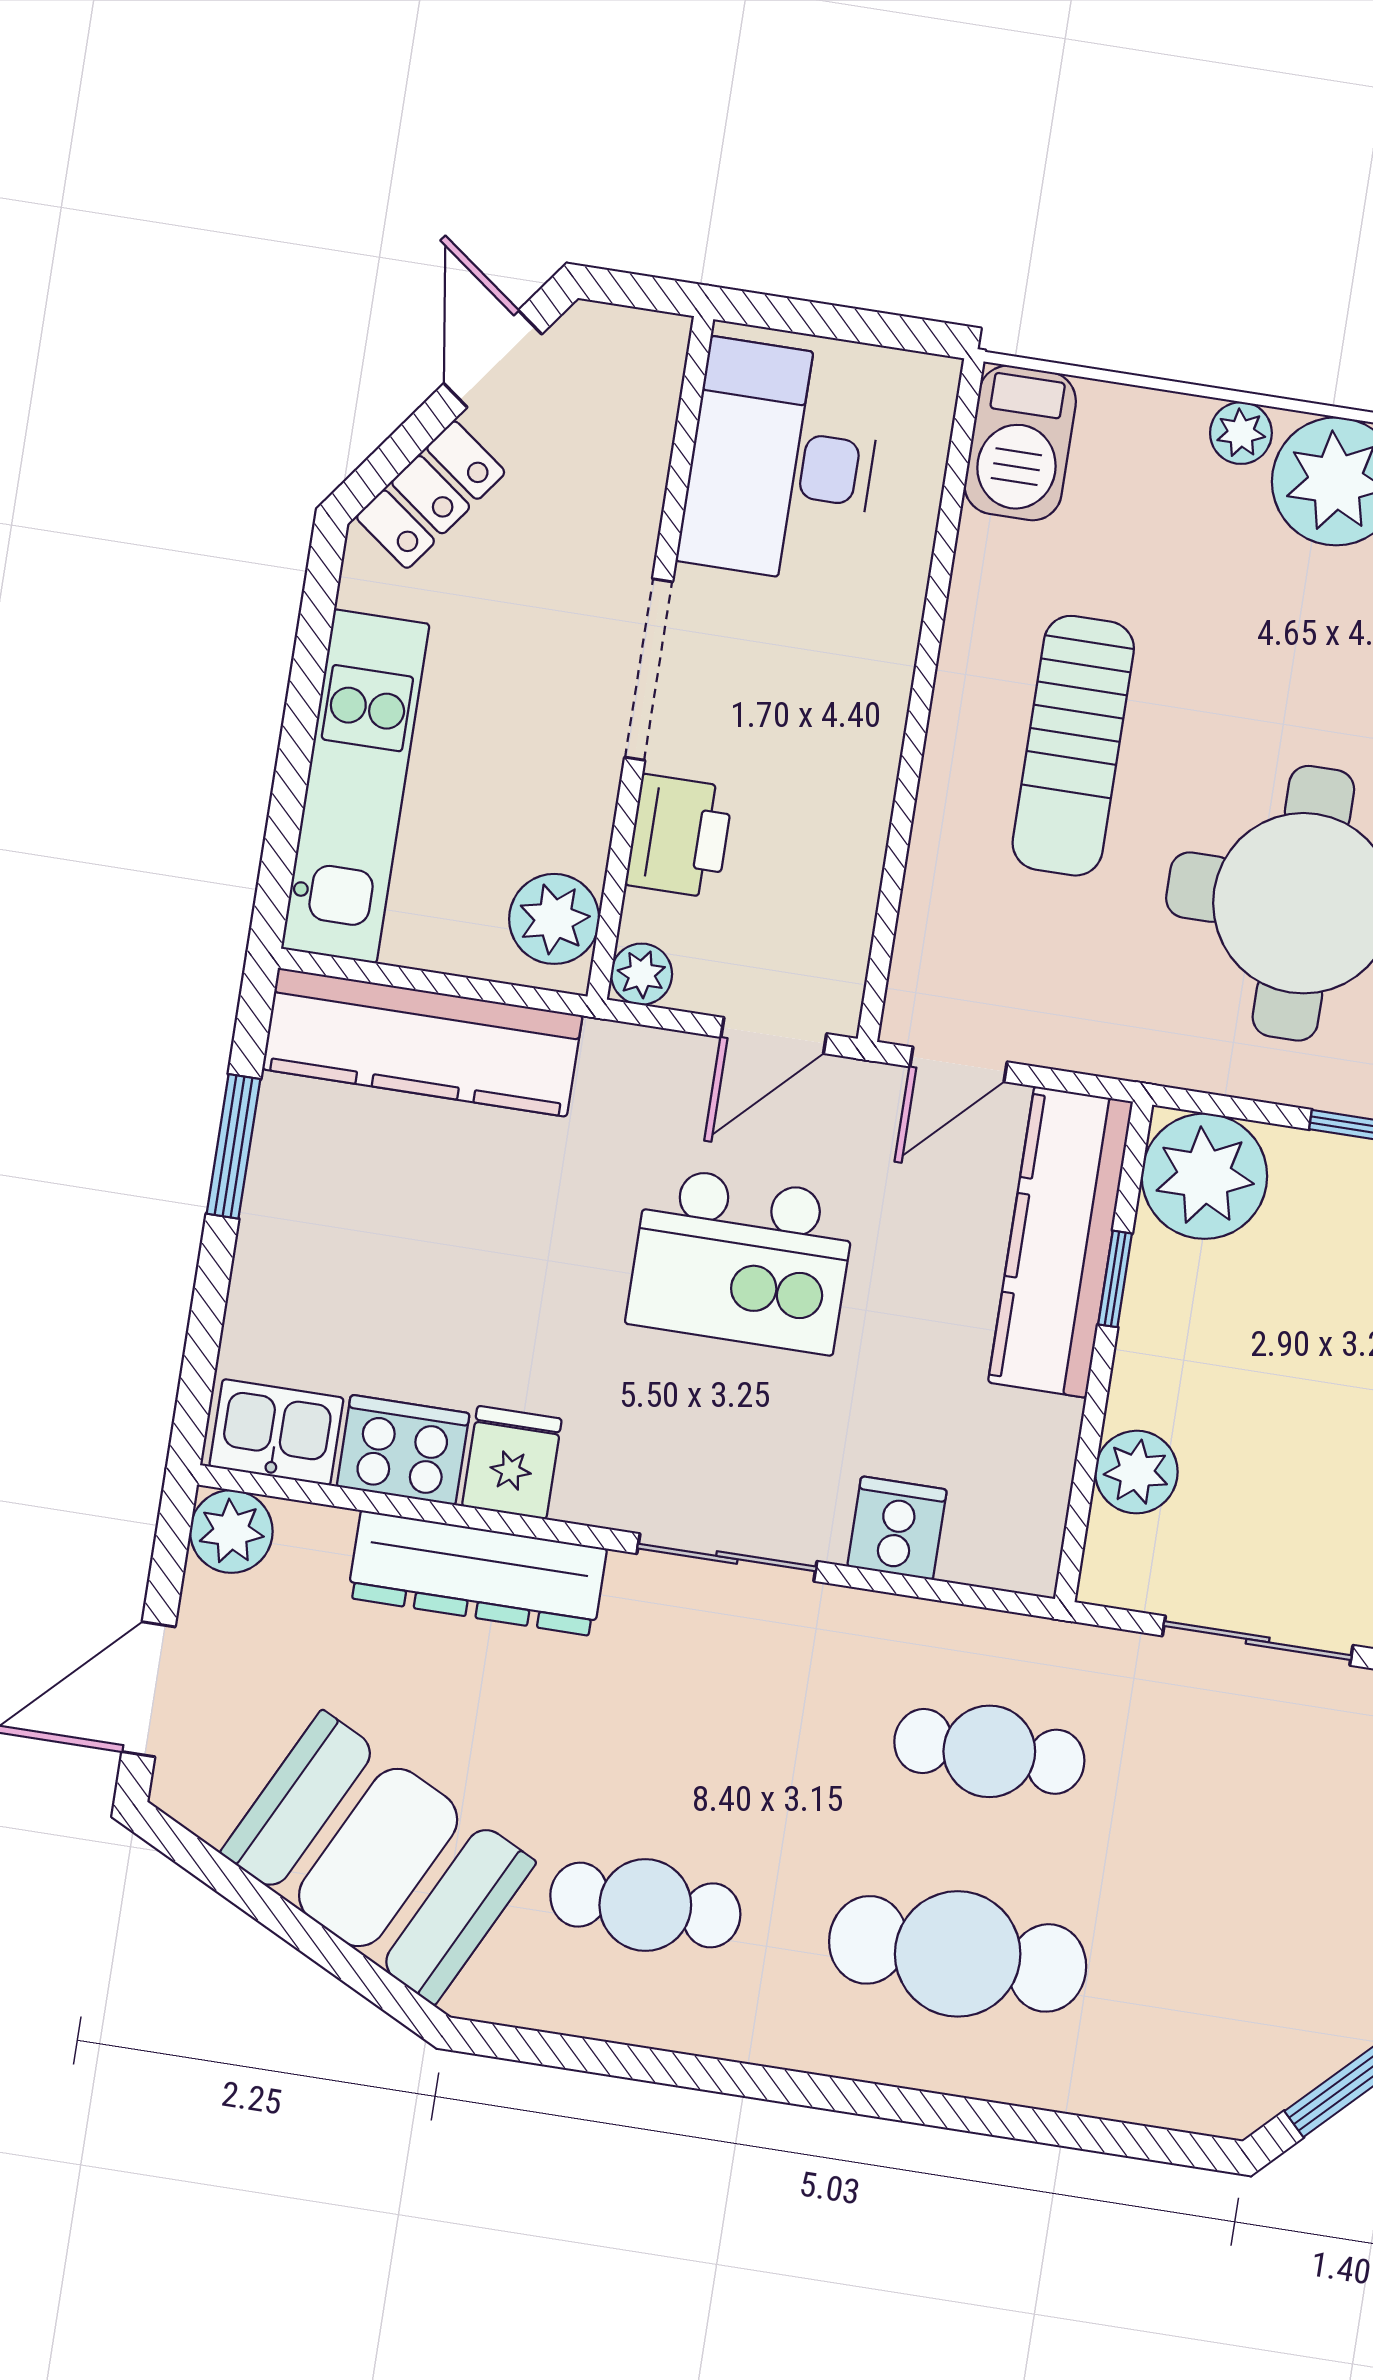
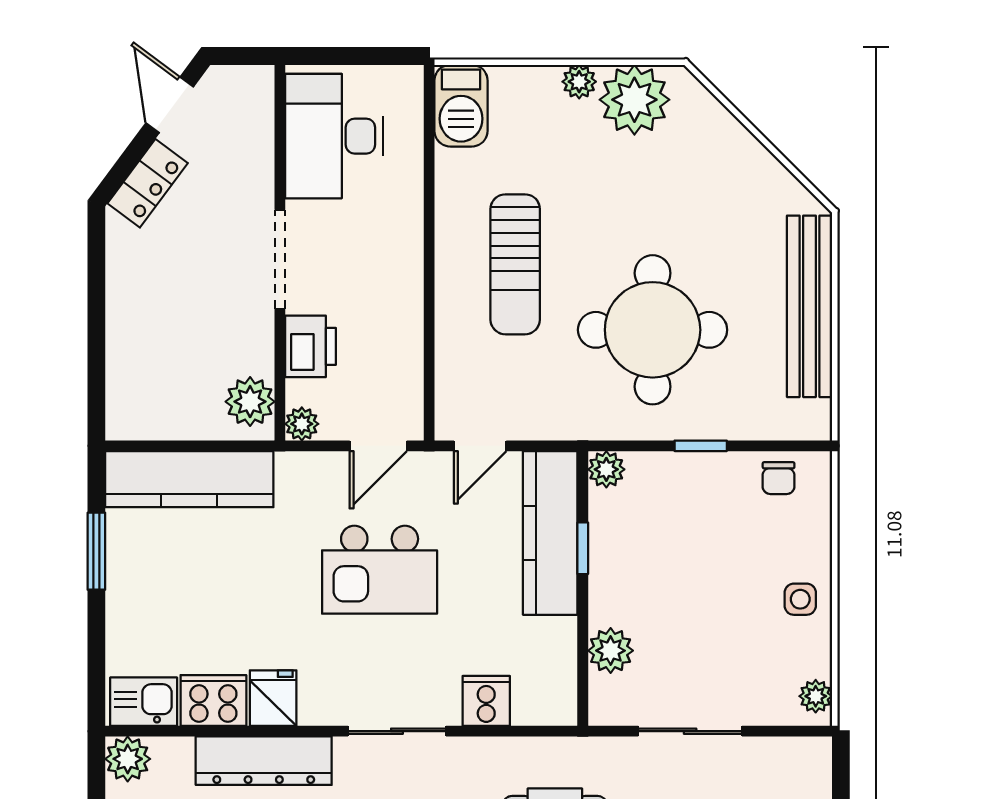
kitchen unit: (355, 786) -> (132, 347), removed
plant: (1204, 1176) -> (606, 469), width x0.53, depth x0.53

